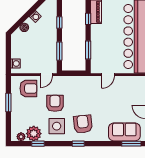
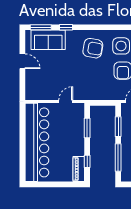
window: (59, 22) -> (118, 158), width x2.17
armchair: (83, 124) -> (93, 48), turned -74
window: (78, 144) -> (66, 27), moved

